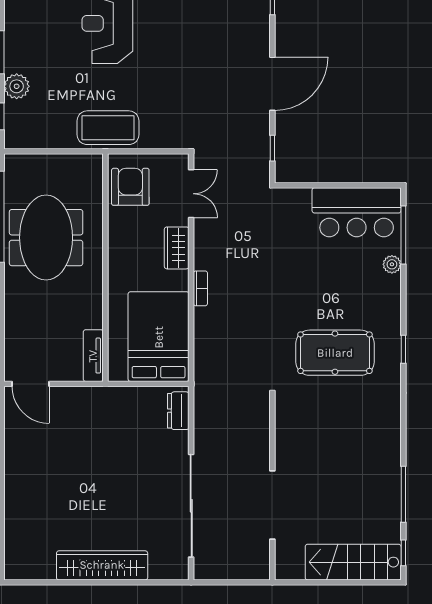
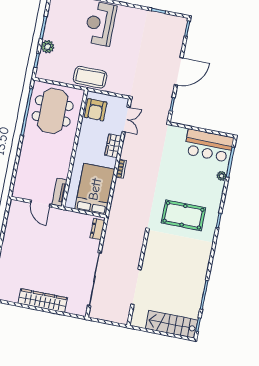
armchair: (130, 187) -> (96, 110), turned 180
meeting table: (46, 238) -> (53, 111), moved
door: (30, 384) -> (40, 204), moved

